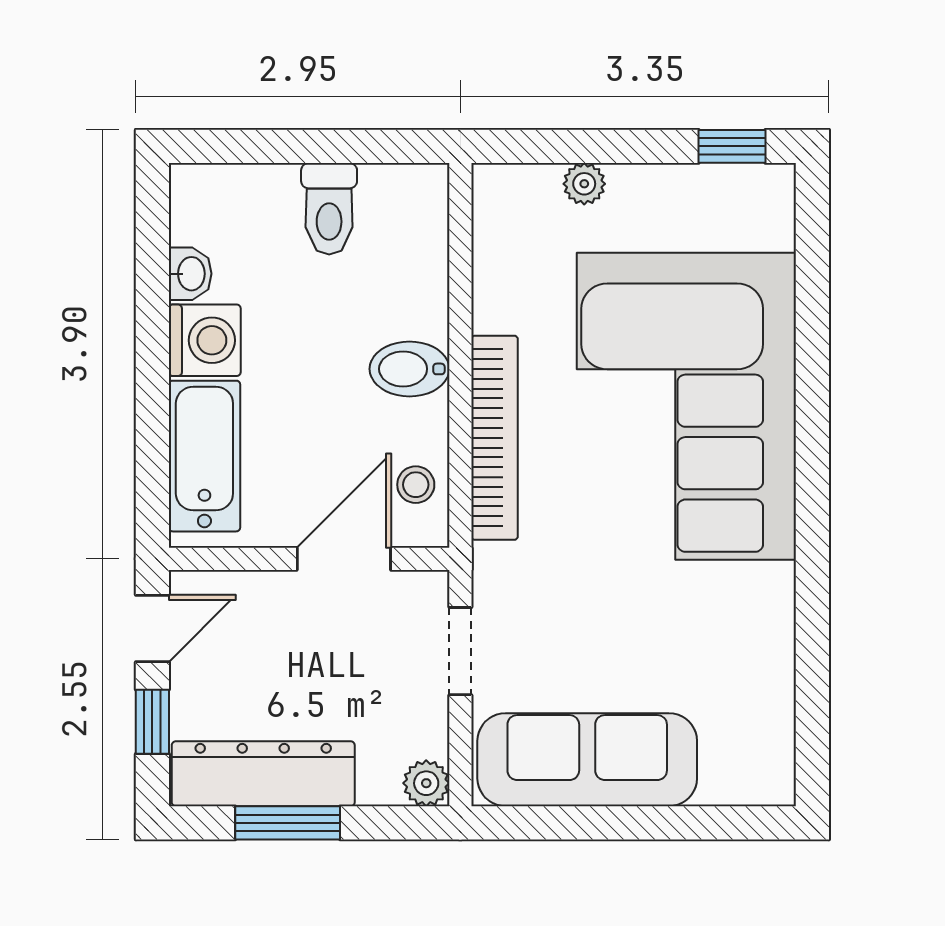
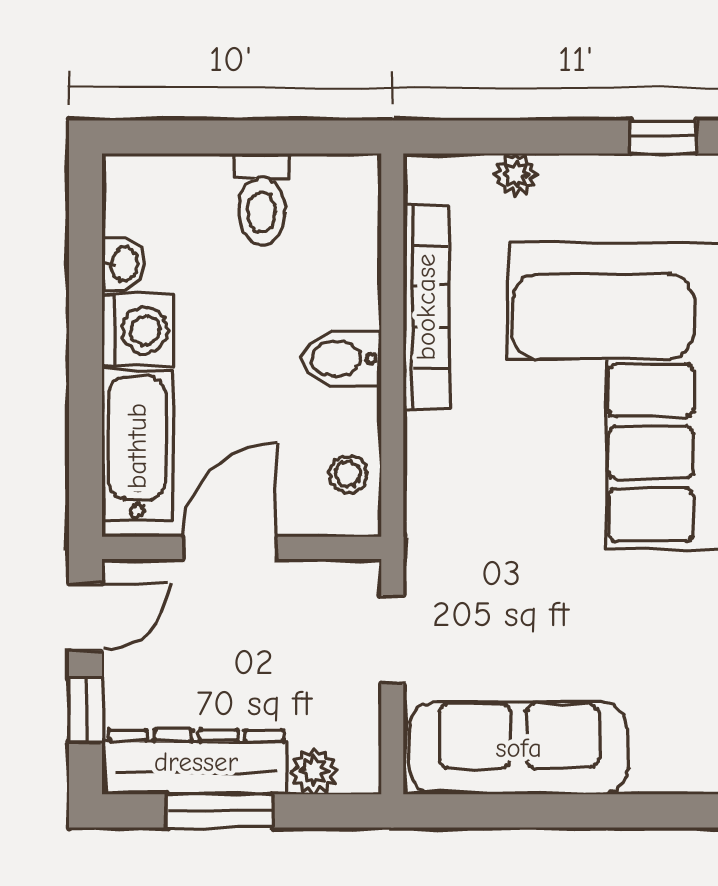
bookcase: (495, 438) -> (426, 307), moved
door: (344, 559) -> (229, 548), moved
plant: (426, 783) -> (314, 771), moved

